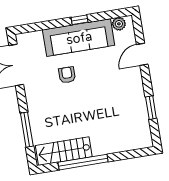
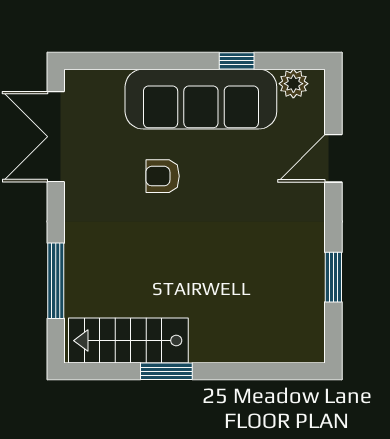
window: (80, 20) -> (237, 61), moved
armchair: (67, 75) -> (163, 176), turned -90
window: (83, 162) -> (166, 371), width x0.47

